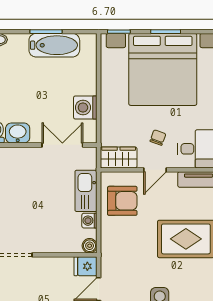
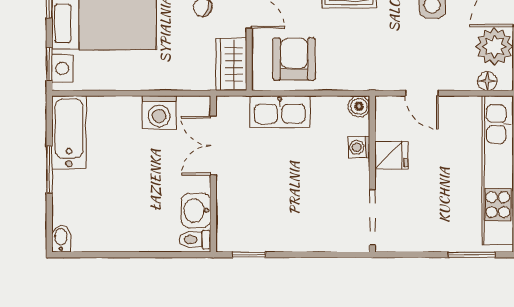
bathtub: (54, 45) -> (69, 132), moved
washing machine: (89, 221) -> (359, 147), moved, turned 90
fridge: (86, 266) -> (391, 155), moved, turned -90

